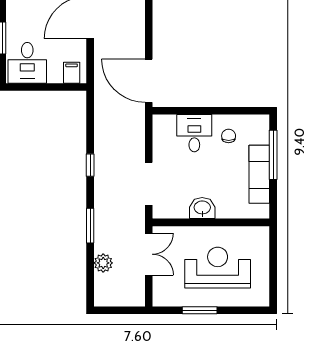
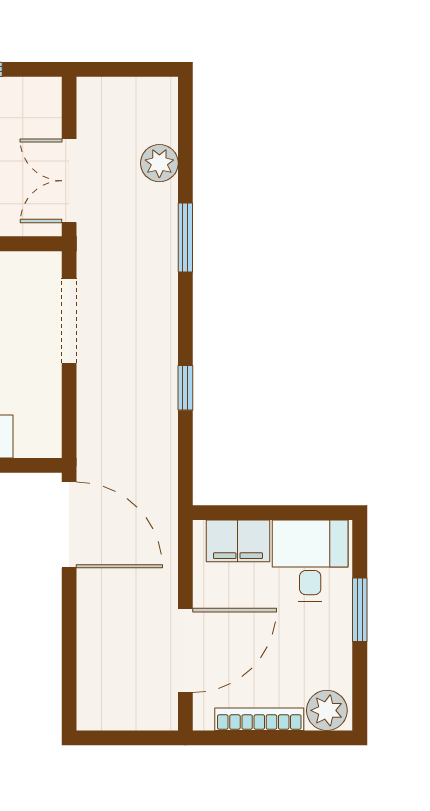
filing cabinet: (72, 73) -> (238, 541), width x2.00
window: (90, 165) -> (185, 388), moved

